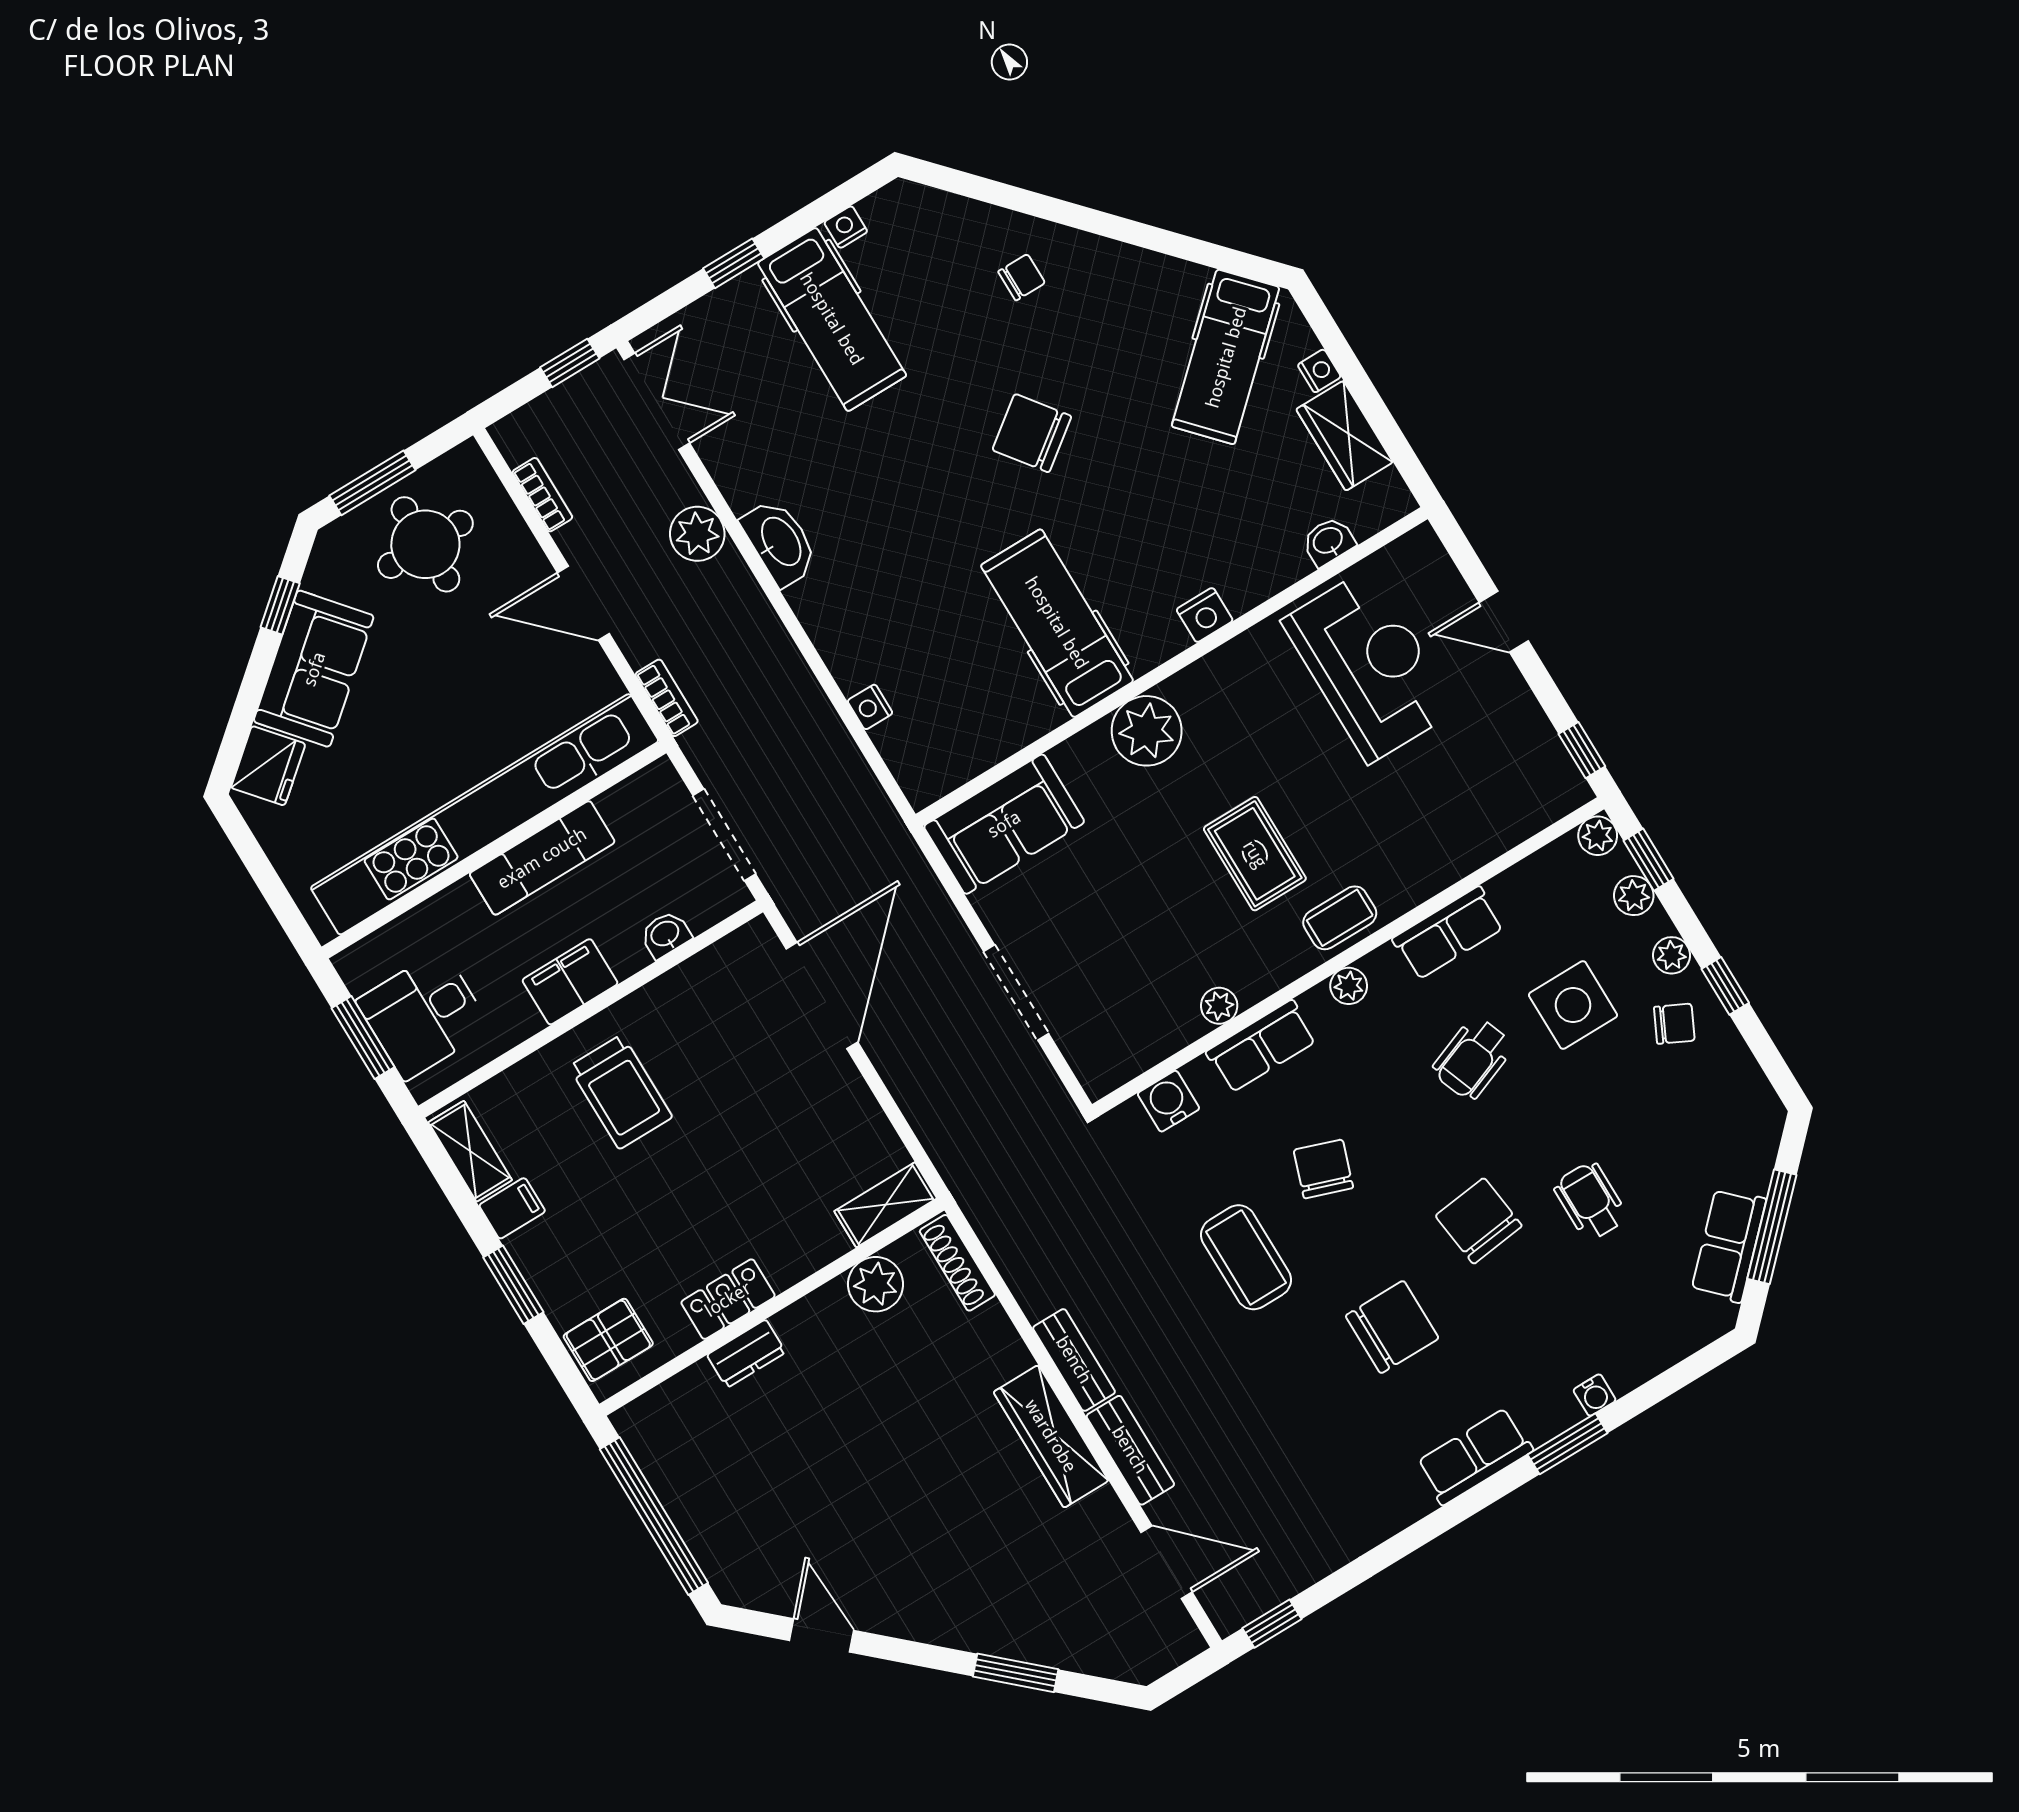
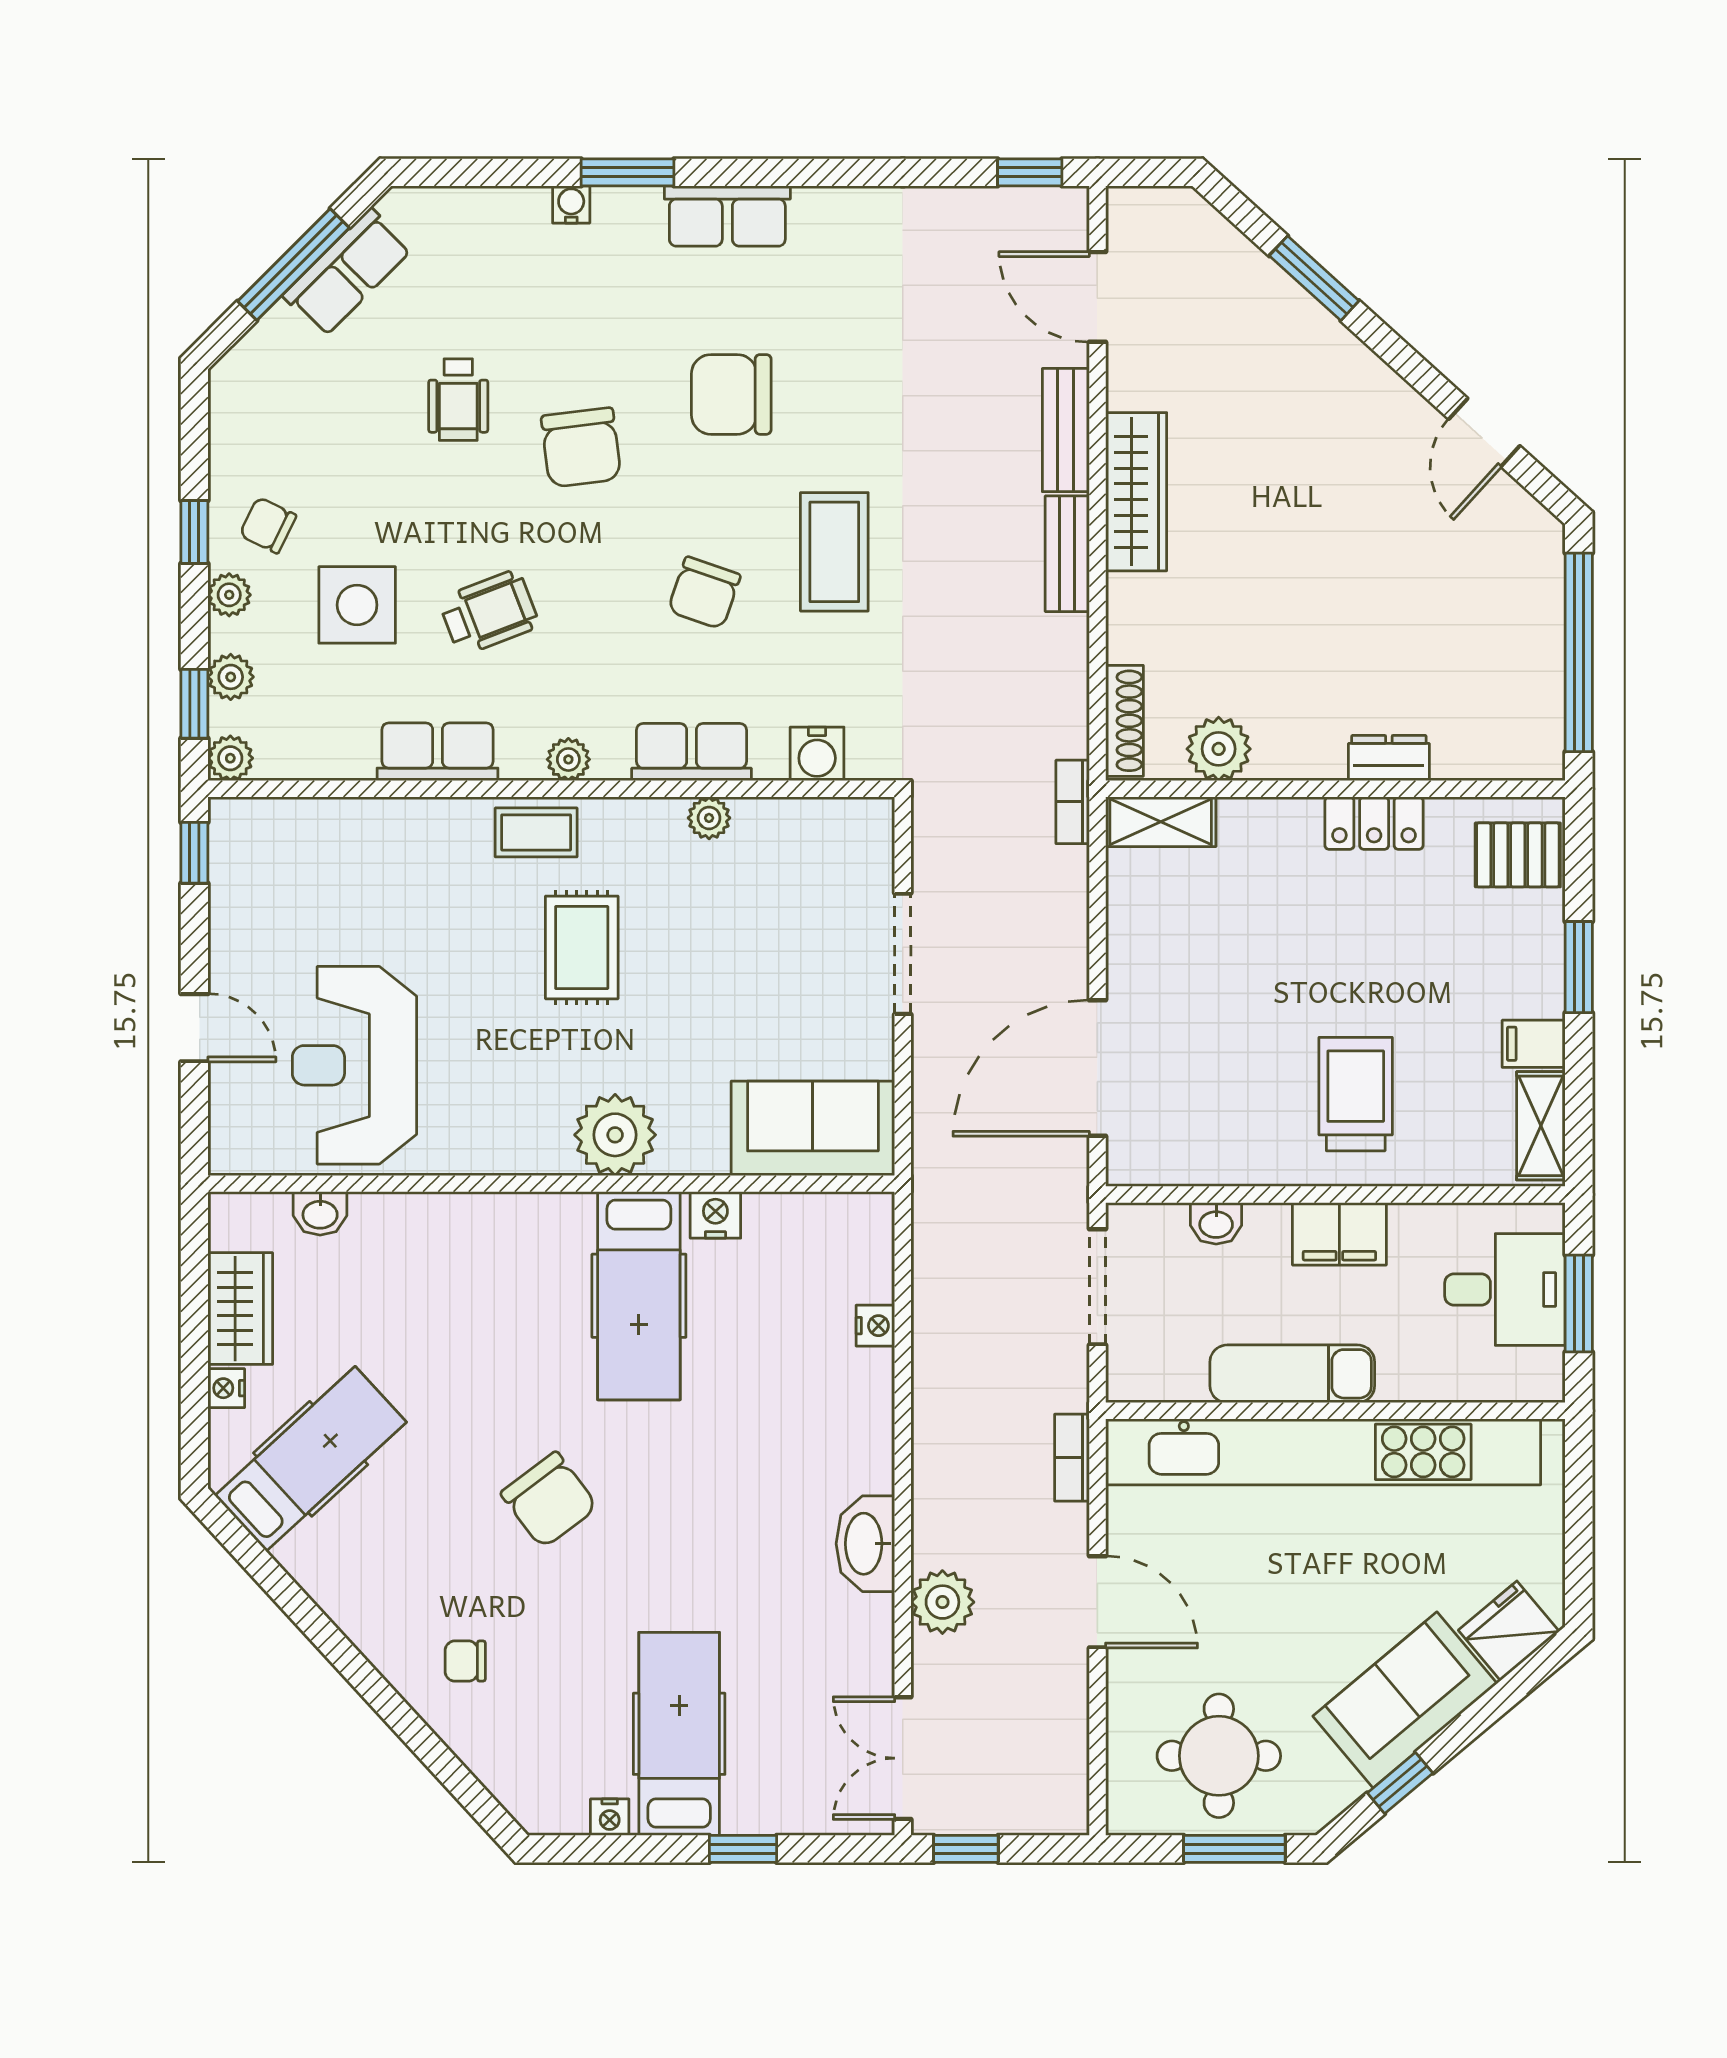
bookcase: (542, 495) -> (1073, 802), moved
nightstand: (1205, 615) -> (715, 1215), moved

